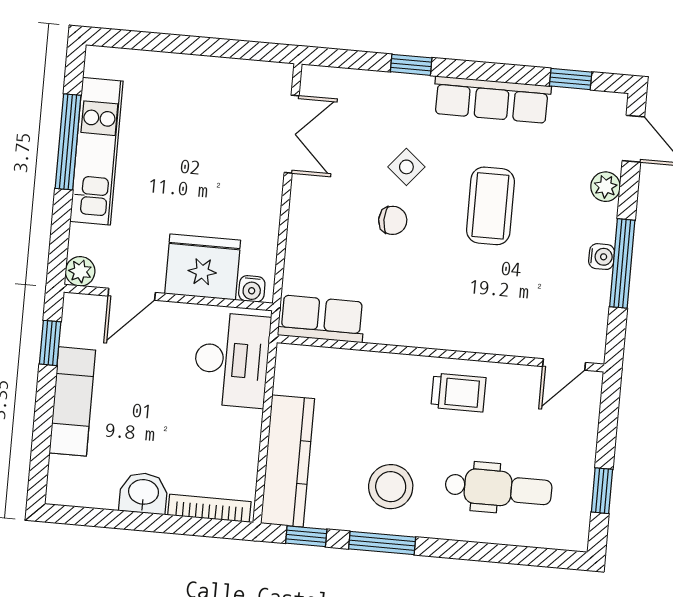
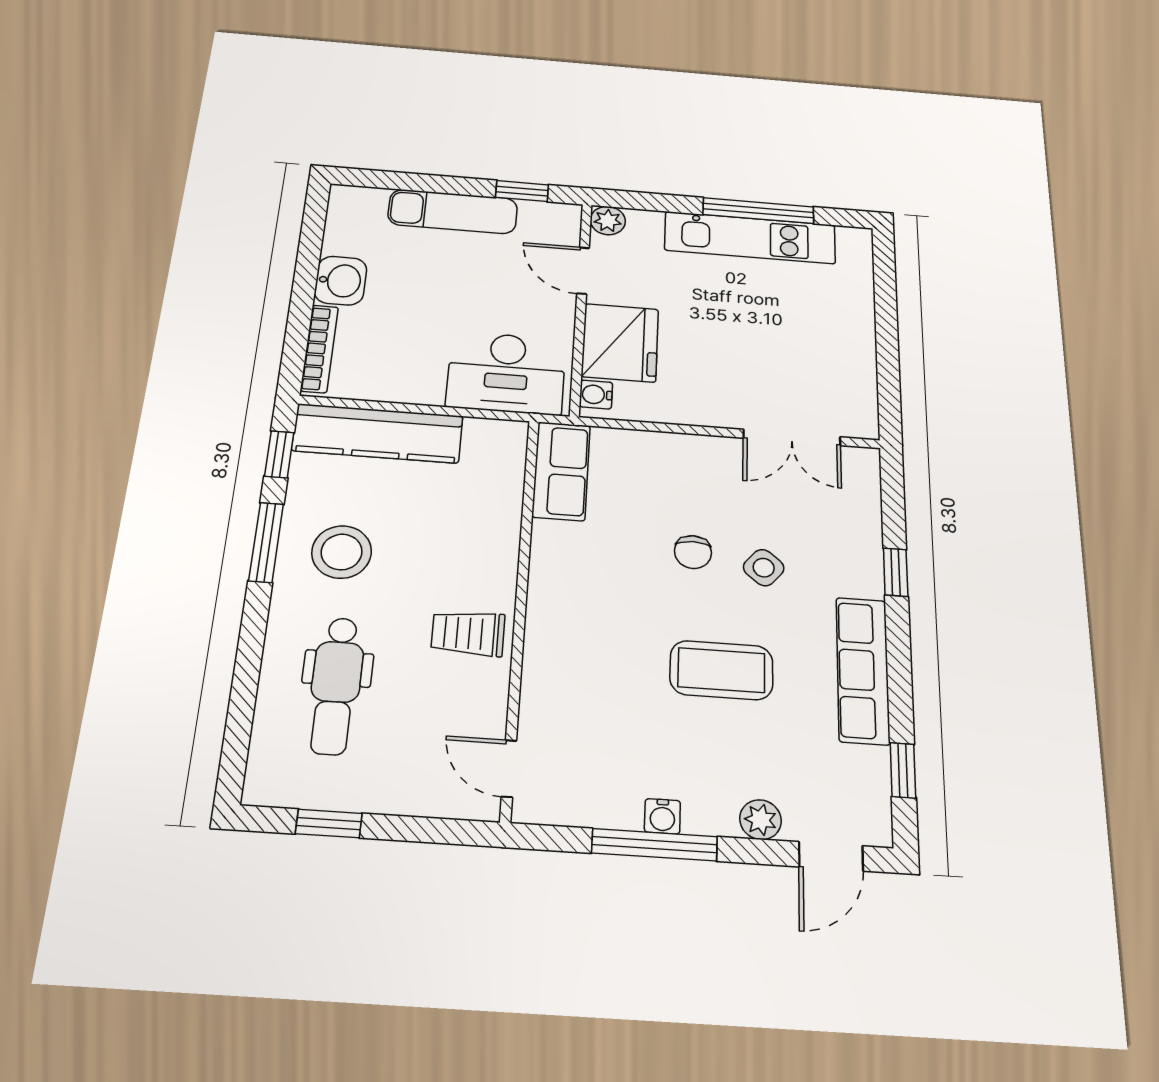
trolley: (458, 392) -> (468, 633), turned 90

